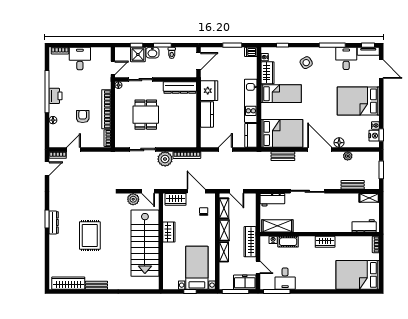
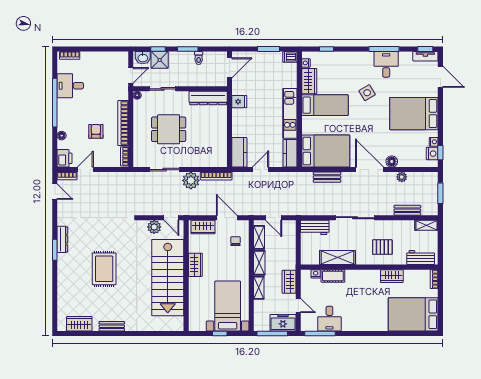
washbasin: (152, 53) -> (143, 58), moved
desk: (346, 58) -> (386, 64), moved
desk: (80, 59) -> (70, 86), moved, turned -90
side table: (306, 63) -> (367, 93), moved
fridge: (209, 91) -> (239, 102), width x0.53, depth x0.75
printer: (55, 96) -> (65, 158), moved
kitchen counter: (207, 114) -> (239, 152), moved
dining table: (146, 115) -> (169, 129), turned 90
door: (47, 169) -> (55, 192), hinge flipped
pallet: (331, 217) -> (382, 247), added
dresser: (54, 222) -> (62, 239), moved
shelving: (277, 226) -> (338, 258), moved
wardrobe: (250, 242) -> (289, 282), width x0.67
wardrobe: (325, 242) -> (392, 276), moved
wardrobe: (68, 283) -> (79, 324), width x0.67

